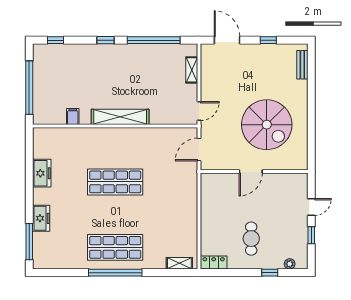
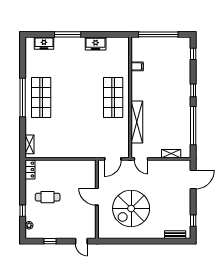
window: (268, 40) -> (193, 221), moved
shelving: (120, 117) -> (137, 122), moved
door: (199, 150) -> (113, 159), swing flipped
shop shelf: (115, 182) -> (113, 97), moved
door: (311, 207) -> (81, 241), moved
freezer: (41, 218) -> (44, 43), moved
window: (29, 242) -> (68, 34), moved

